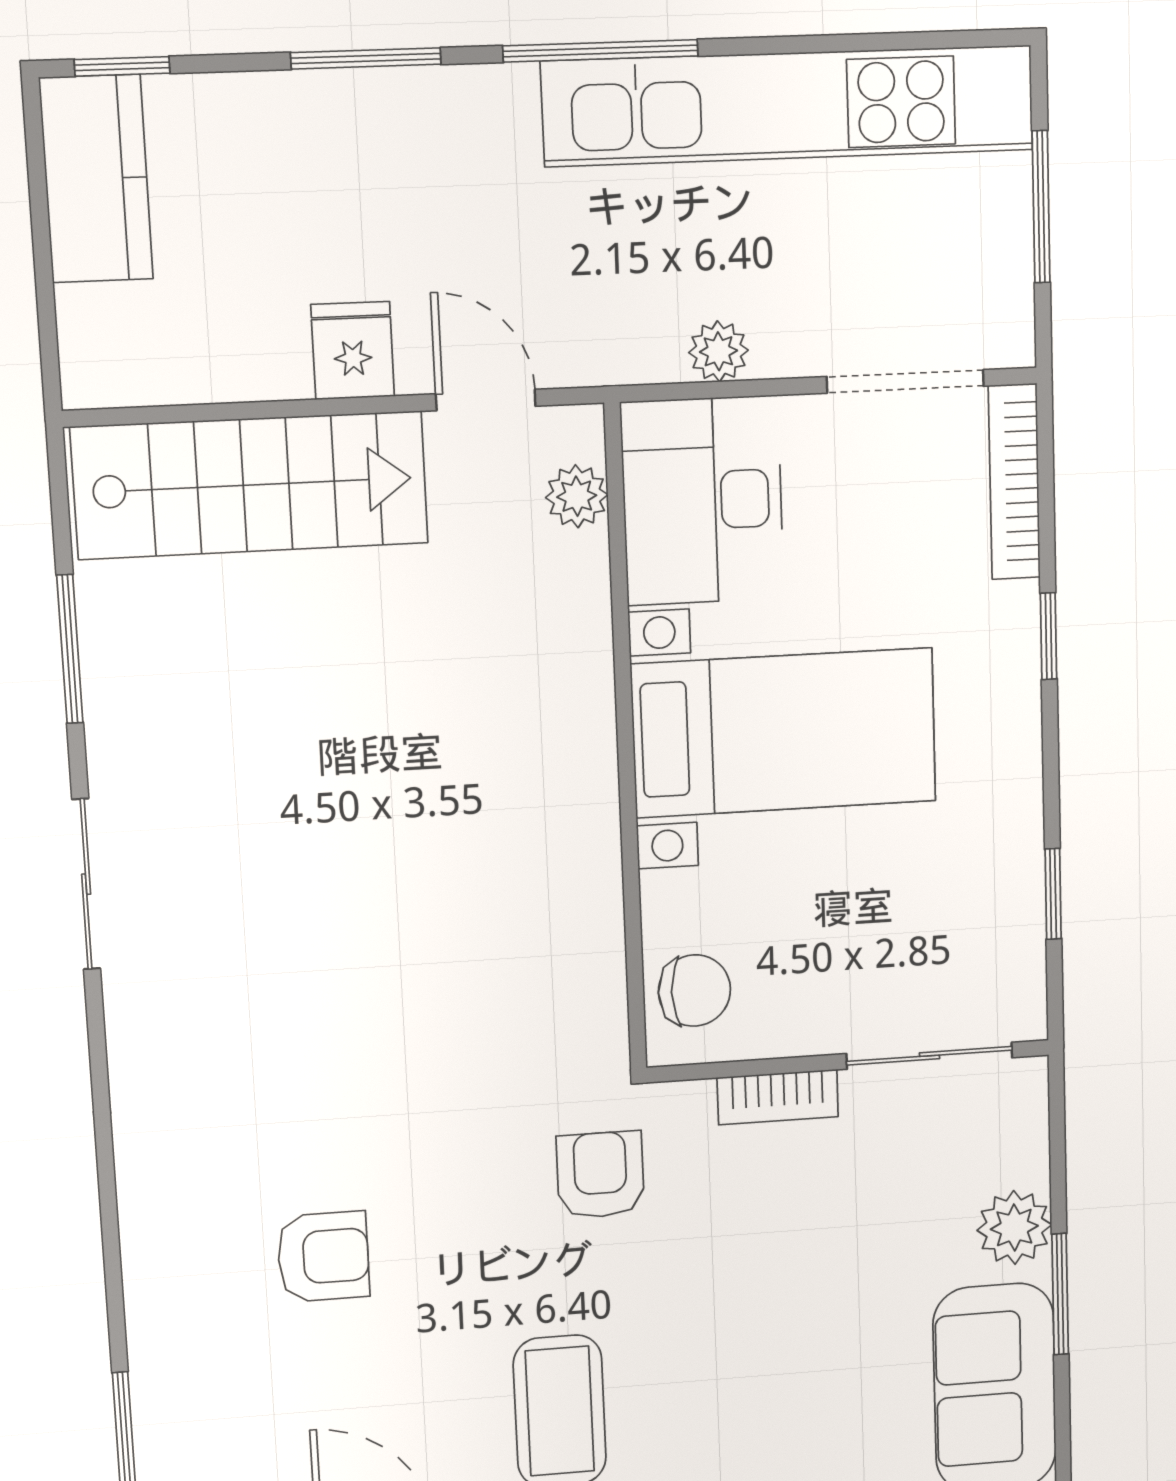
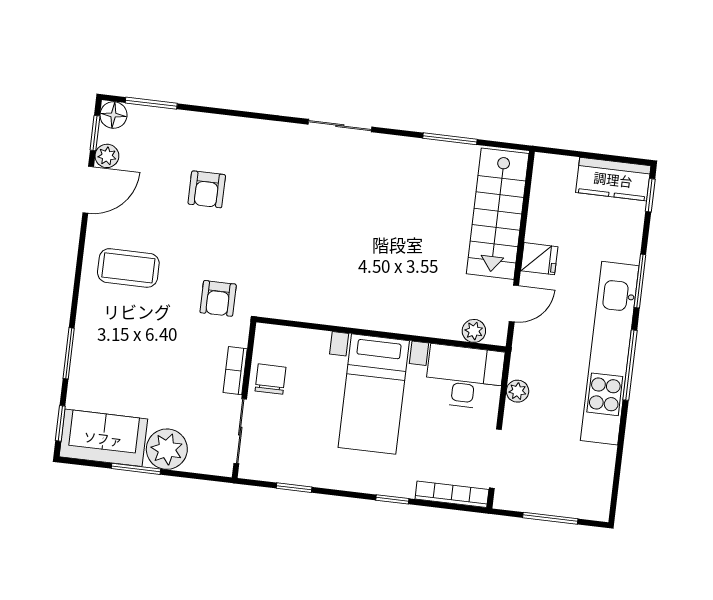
kitchen unit: (789, 106) -> (610, 353), moved
sliding door: (86, 884) -> (340, 126), moved
chair: (694, 991) -> (271, 379), moved, turned 180
armchair: (600, 1175) -> (218, 298), turned 90
plant: (1014, 1228) -> (167, 449), width x1.36, depth x1.36

